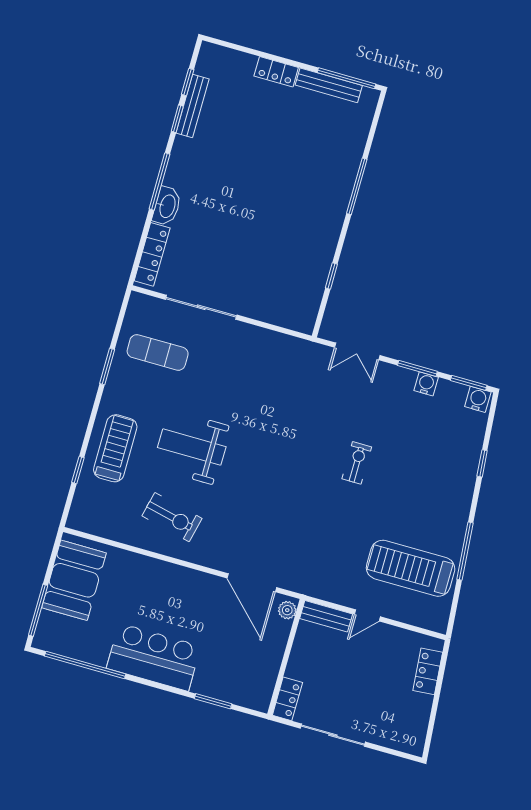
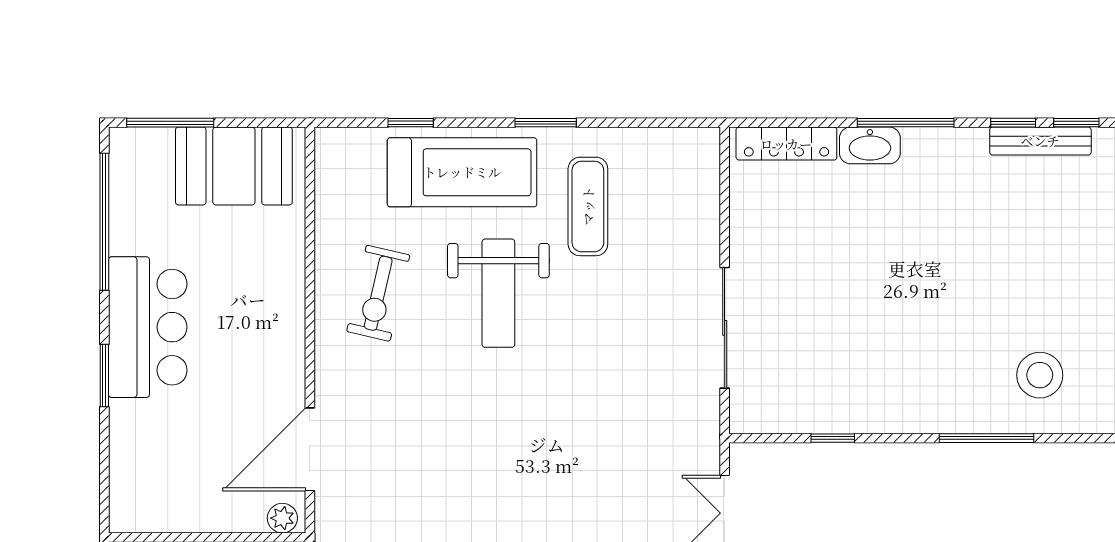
stool: (329, 145) -> (1040, 375), added
sliding door: (201, 307) -> (725, 328), moved
exercise mat: (158, 352) -> (588, 206), moved
window: (107, 366) -> (546, 123), moved
weight bench: (192, 447) -> (498, 293), turned 180
treadmill: (115, 448) -> (462, 172), width x1.37, depth x1.38
window: (213, 701) -> (104, 376), moved

